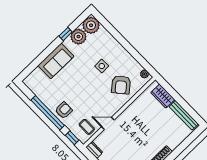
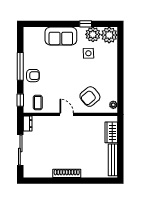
side table: (102, 66) -> (88, 53), moved
window: (48, 113) -> (20, 66), width x0.68
door: (108, 123) -> (67, 114), moved

